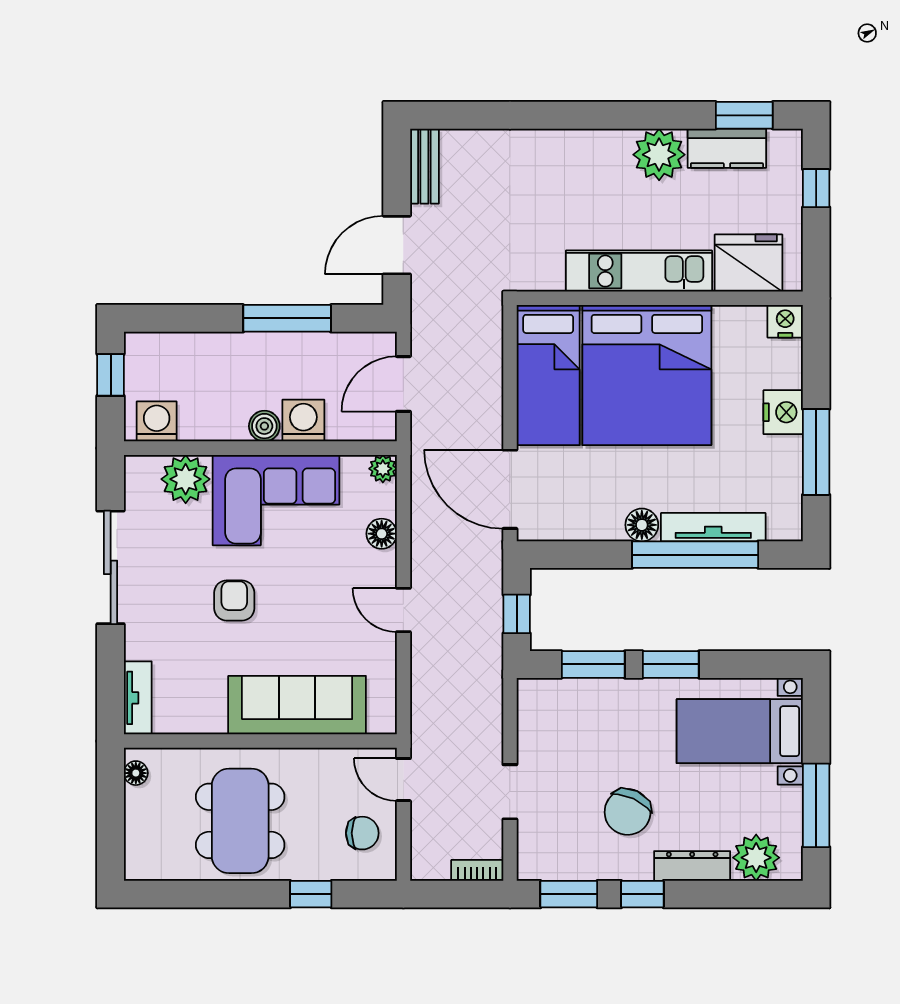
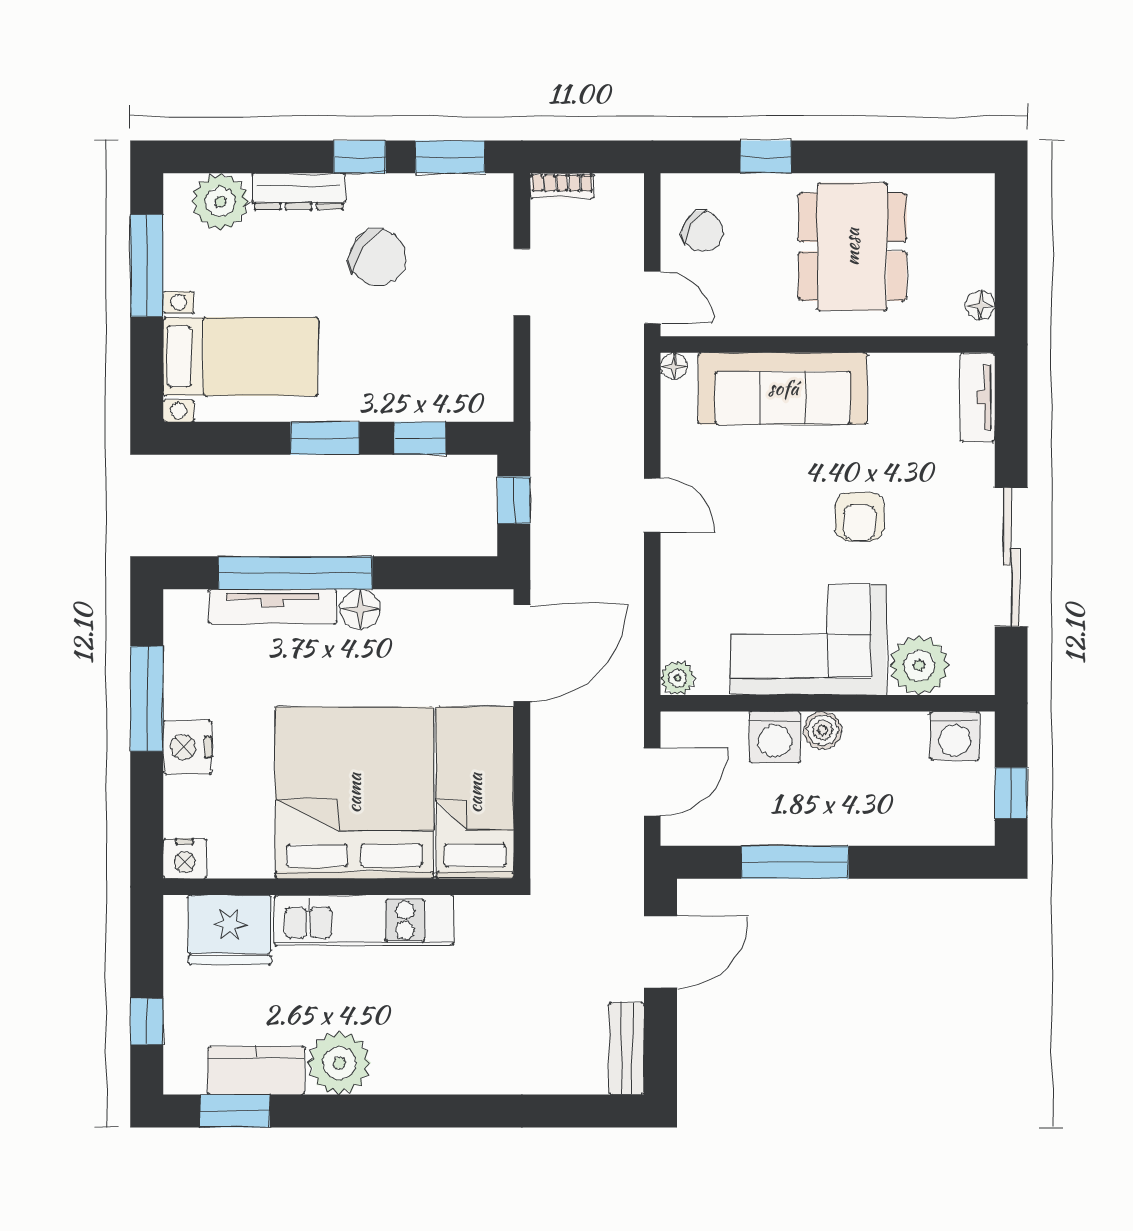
door: (510, 489) -> (522, 653), hinge flipped
floor lamp: (382, 534) -> (674, 366), moved, width x0.73, depth x0.73
window: (593, 664) -> (420, 438), width x0.67
chair: (628, 812) -> (378, 258), turned 100
chair: (362, 833) -> (703, 232), turned -148

